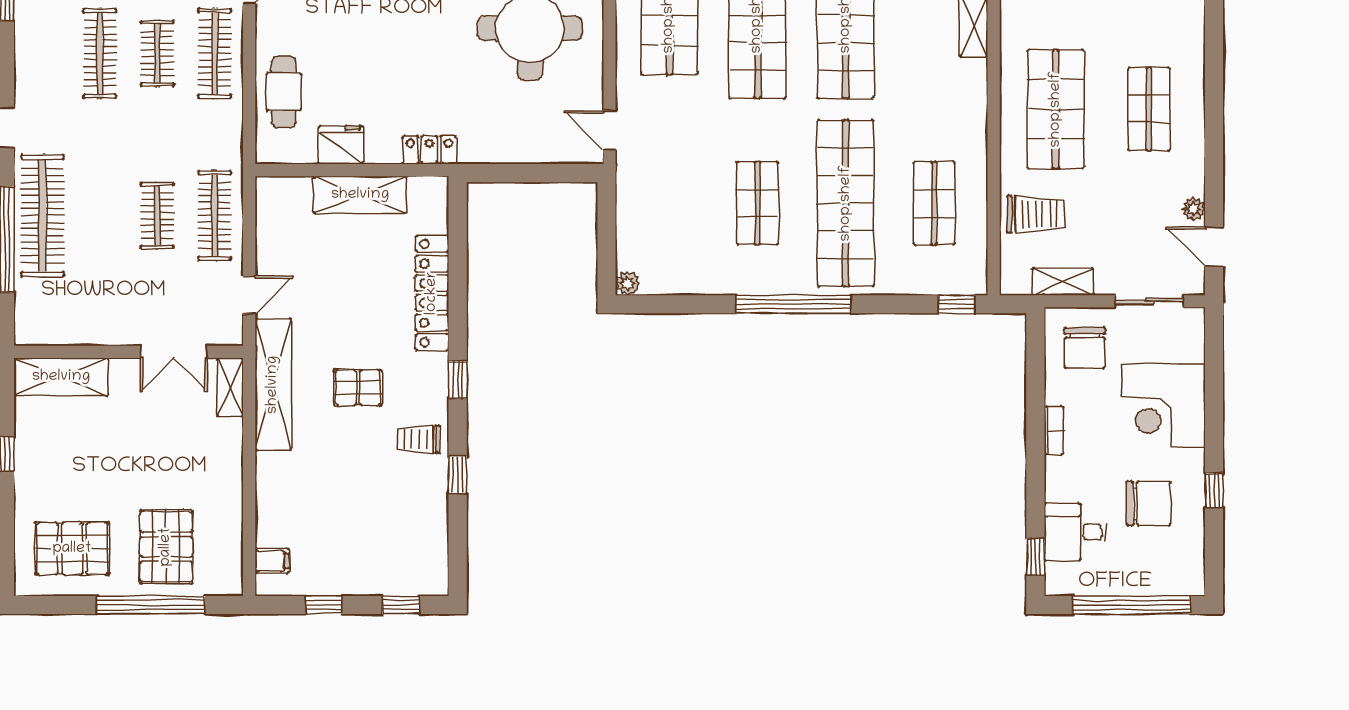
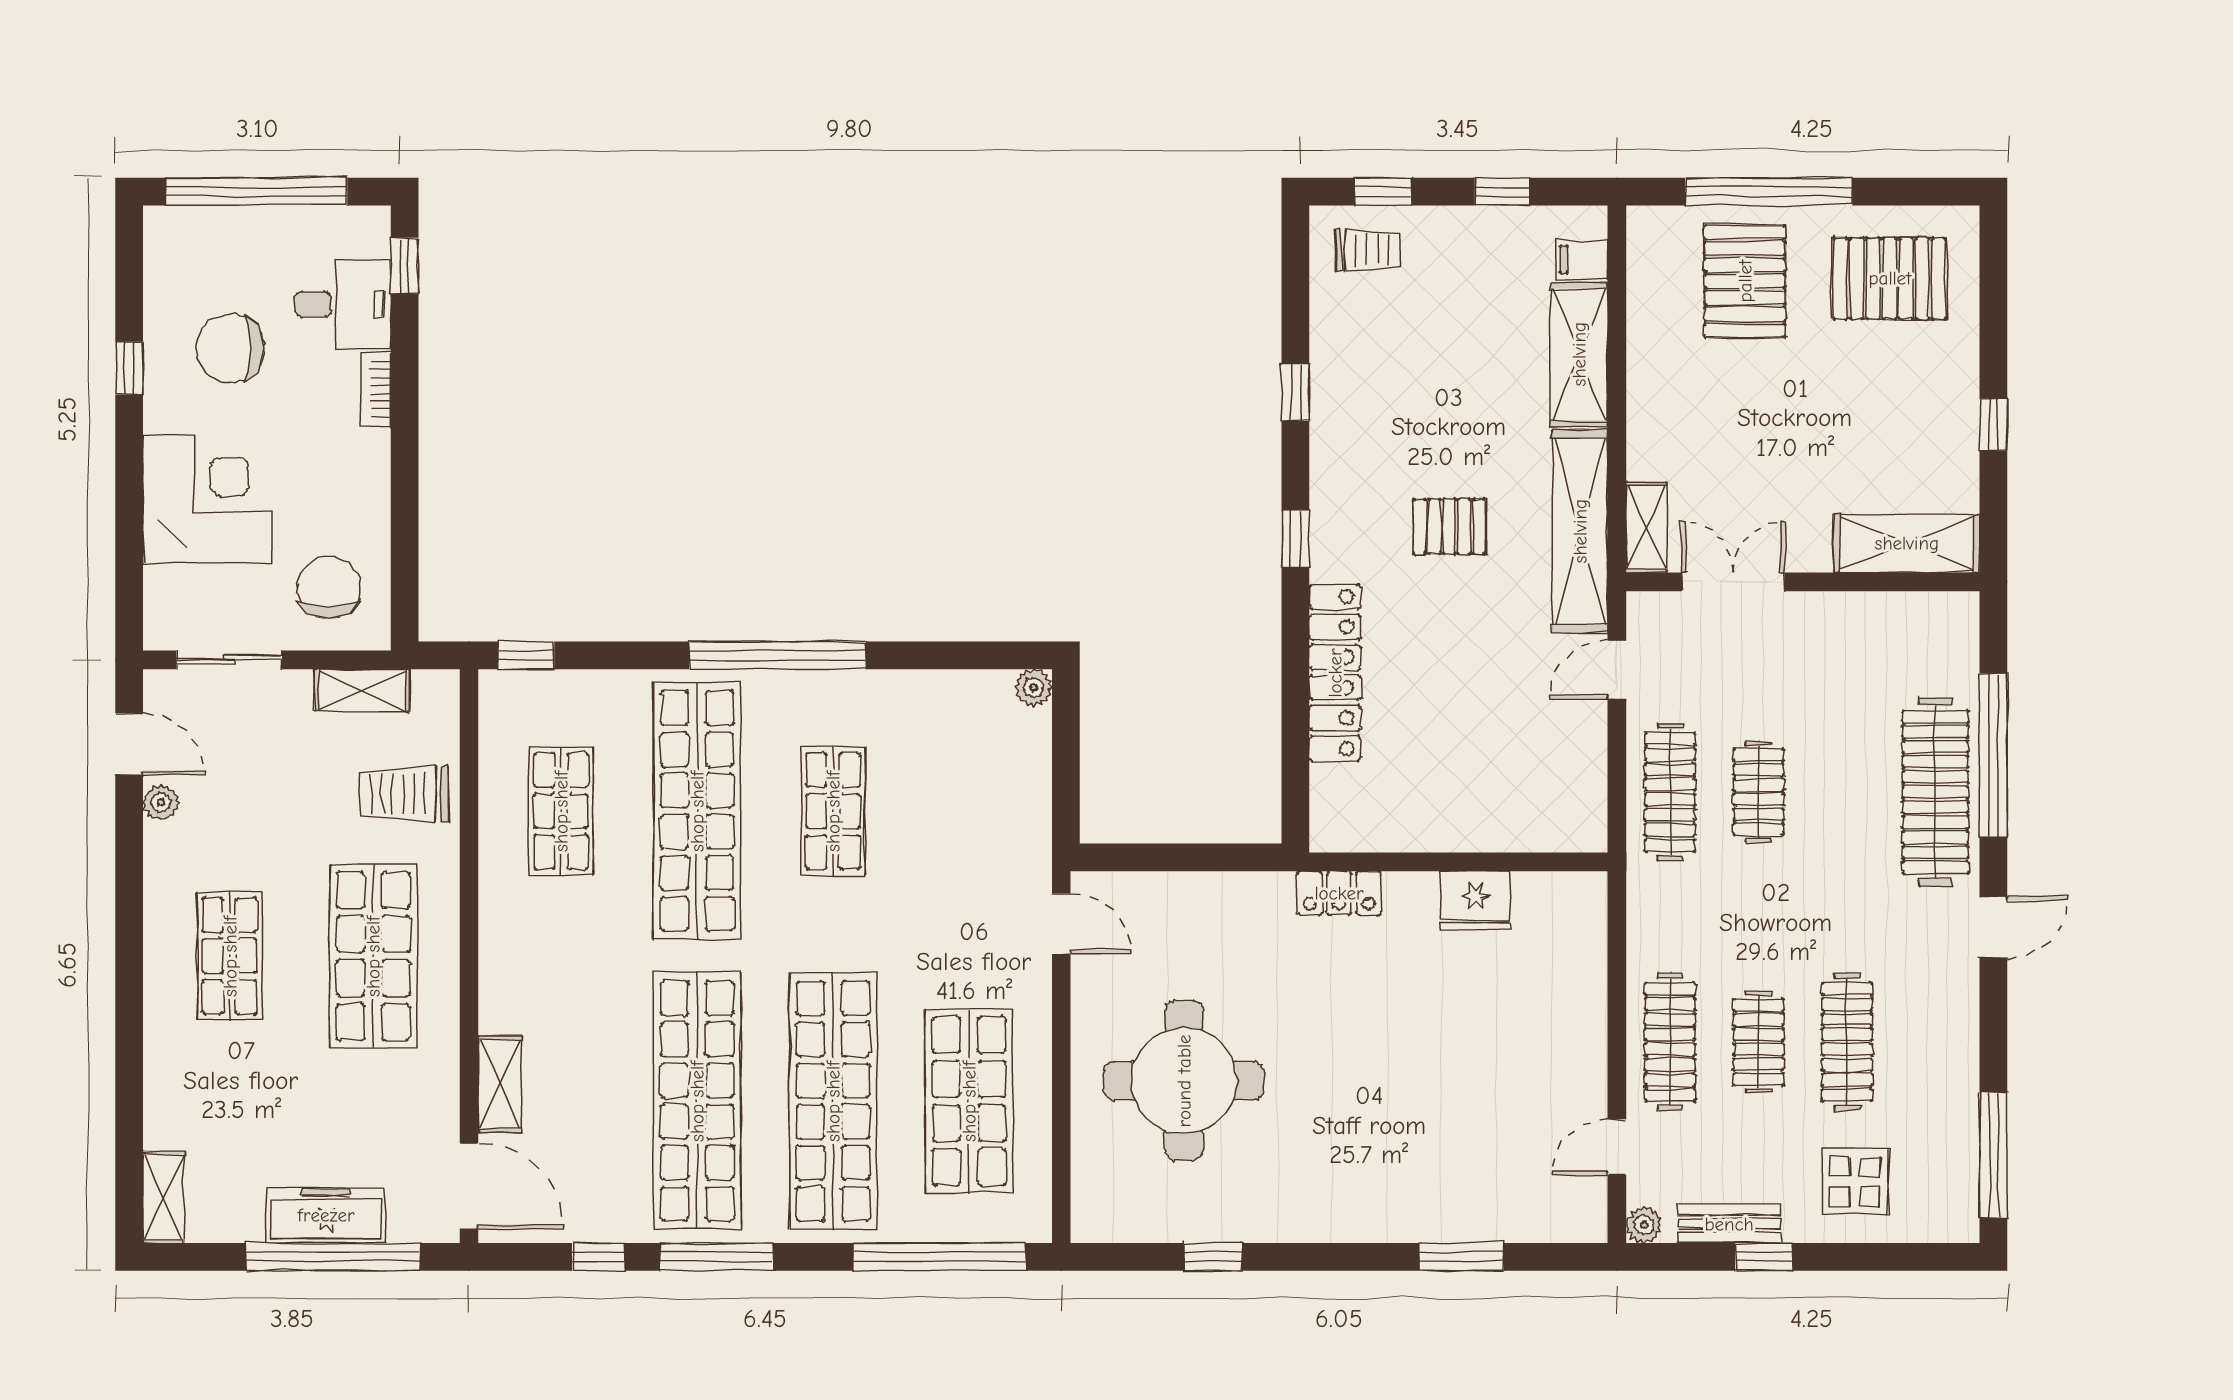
cafe table: (284, 92) -> (1564, 983), removed
shelving: (360, 195) -> (1579, 354), moved, turned 90
bookcase: (1054, 430) -> (376, 389), moved
trolley: (418, 439) -> (1368, 250), moved

